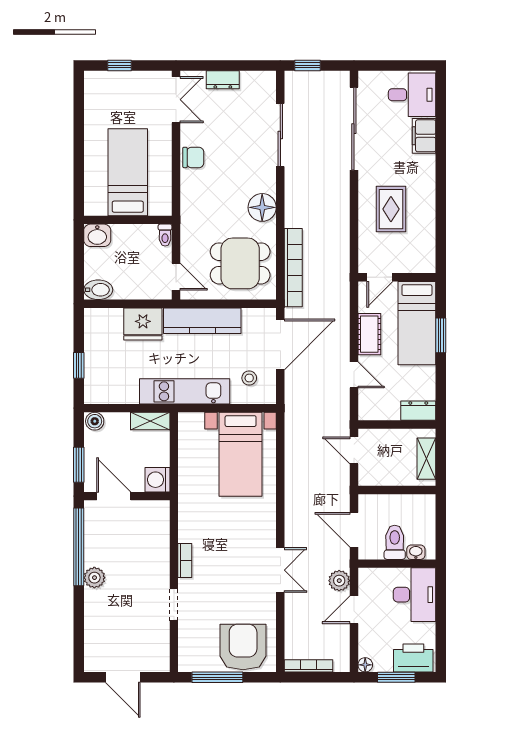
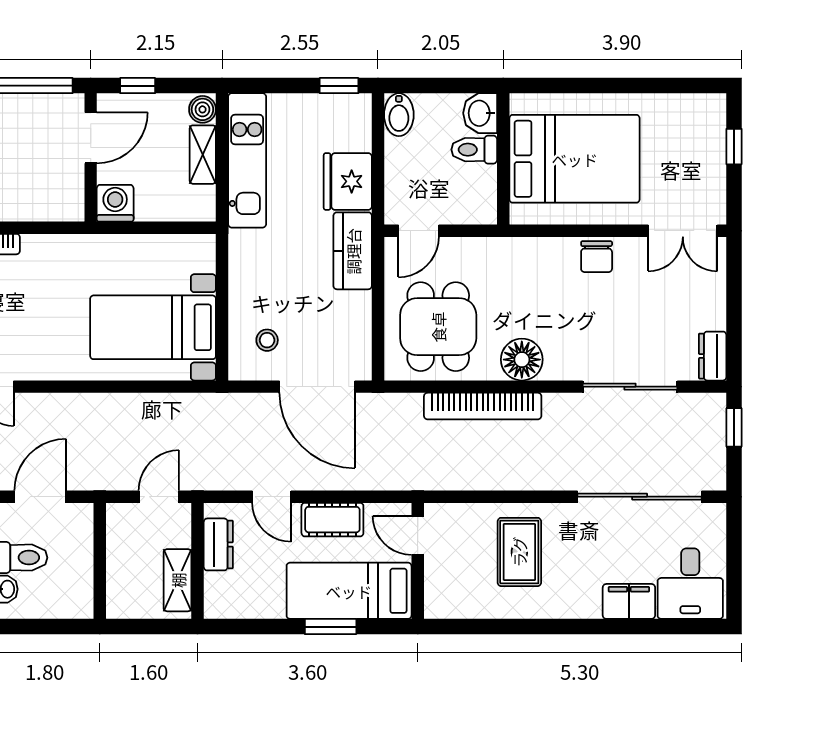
dresser: (223, 80) -> (713, 356), moved
bed: (128, 172) -> (575, 159), width x1.50
rug: (391, 209) -> (519, 552), turned 90
toilet: (165, 235) -> (474, 150), moved, width x1.37, depth x1.39
bookcase: (293, 268) -> (483, 406), moved
kitchen counter: (202, 321) -> (353, 251), width x0.67
window: (79, 365) -> (339, 86), moved
door: (354, 375) -> (272, 497), hinge flipped
kitchen unit: (185, 391) -> (247, 160), moved
dresser: (418, 411) -> (218, 544), moved
shelving: (150, 421) -> (203, 155), moved
shelving: (426, 459) -> (178, 580), moved, turned 90
window: (79, 465) -> (138, 86), width x0.67

